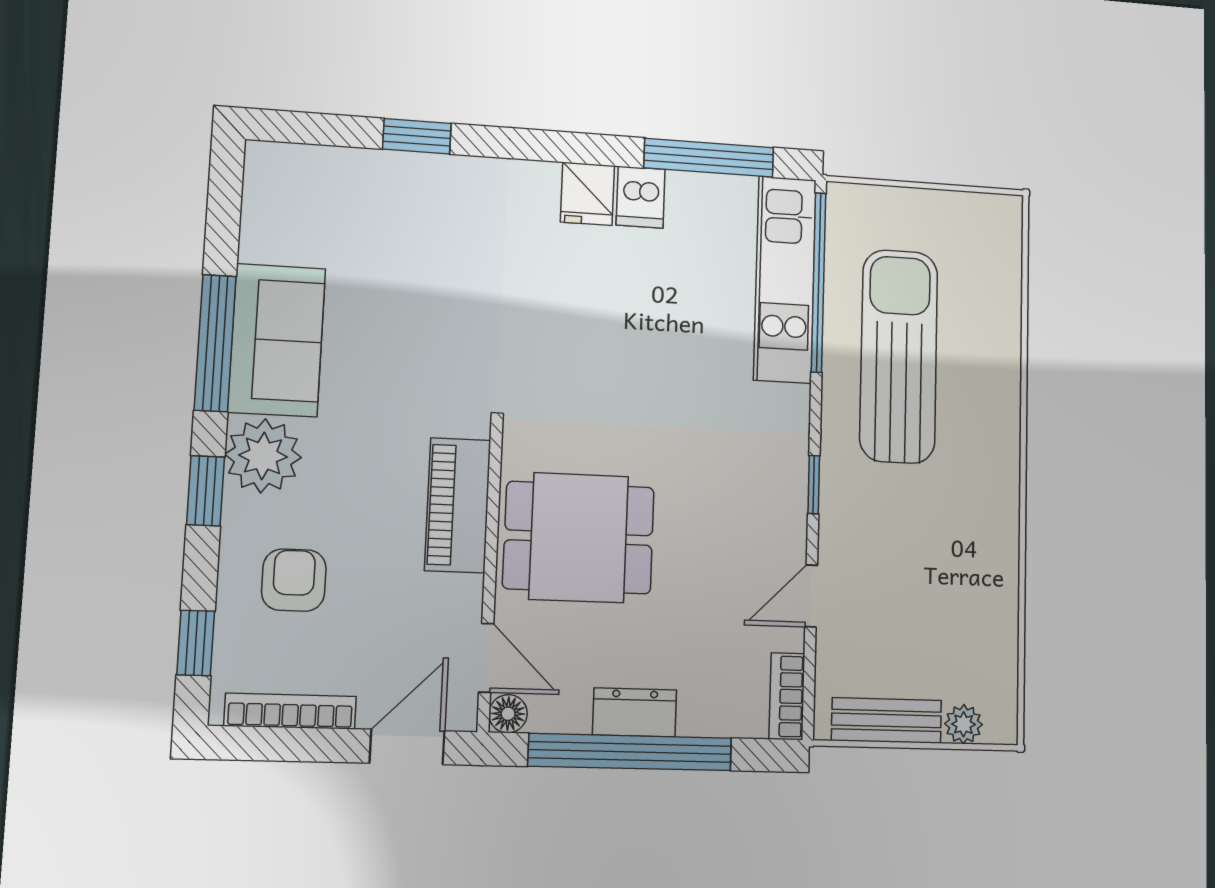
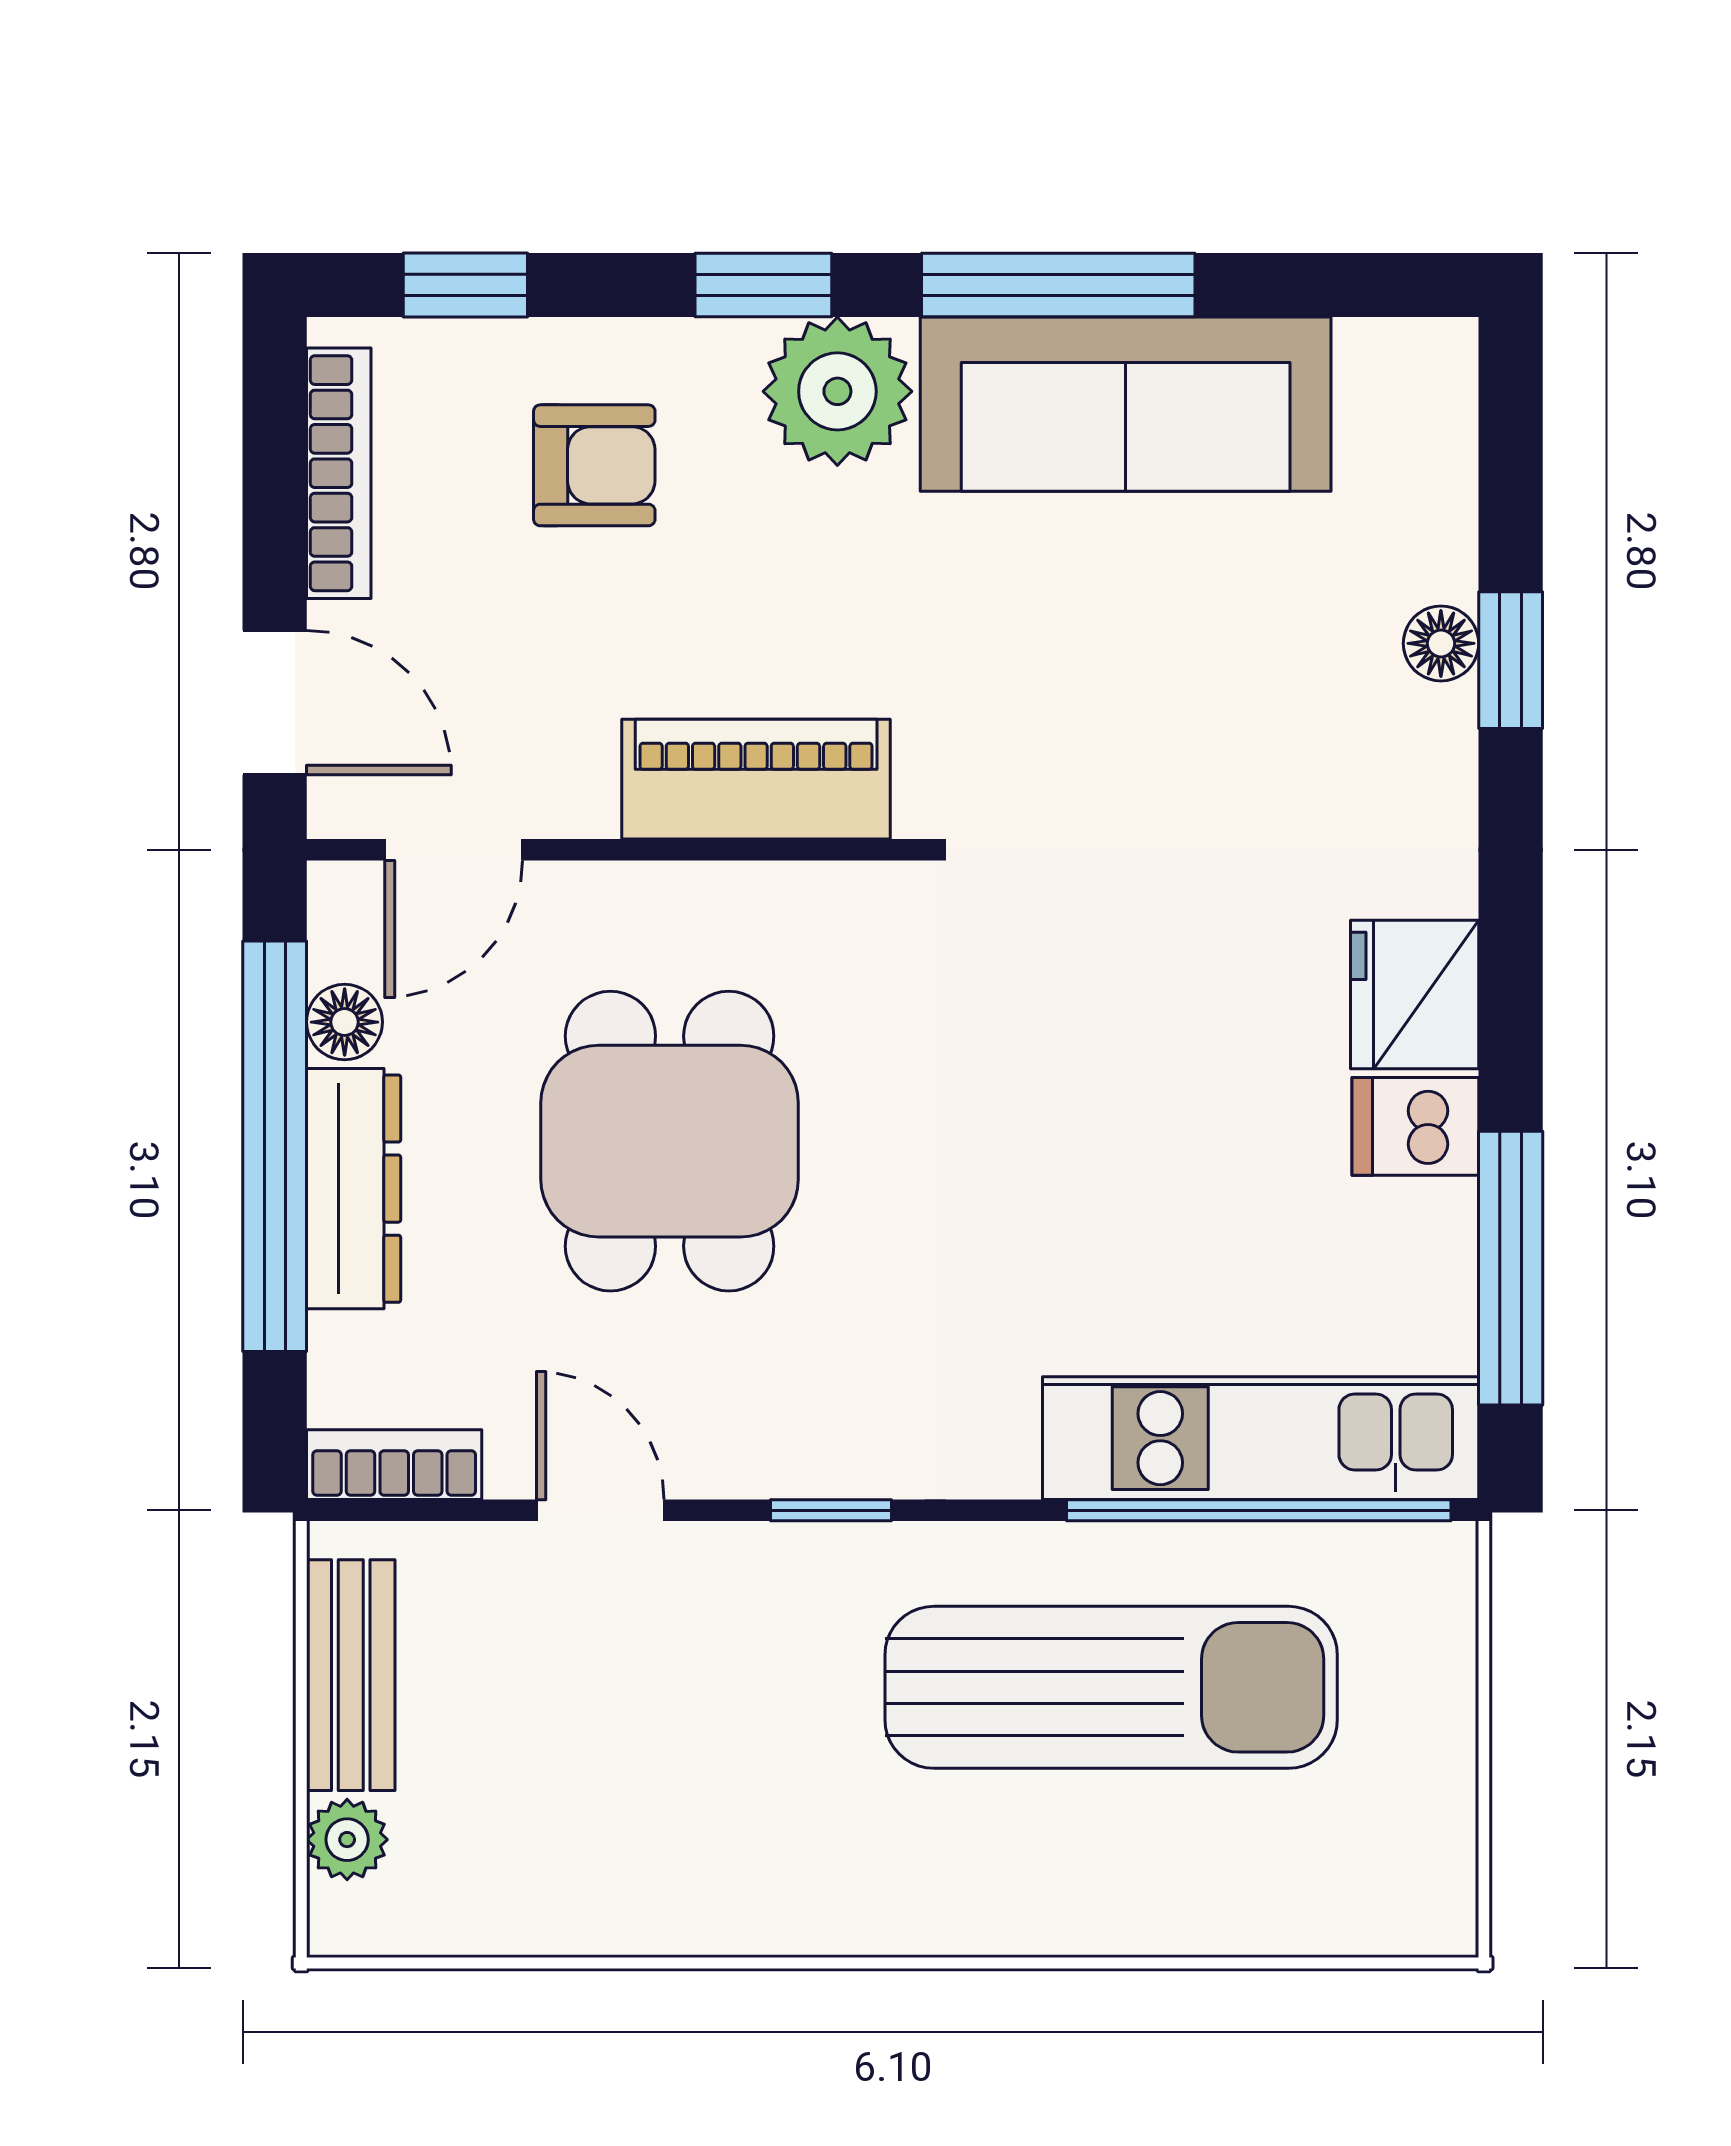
floor lamp: (407, 169) -> (1441, 643), added
fridge: (587, 194) -> (1415, 995), width x1.38
sofa: (277, 340) -> (1126, 404), width x1.36
dining table: (579, 538) -> (670, 1141), moved
dresser: (635, 712) -> (354, 1189), width x1.44
floor lamp: (508, 714) -> (345, 1022), moved

